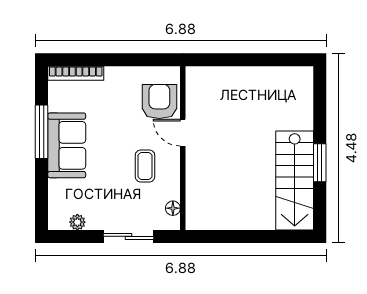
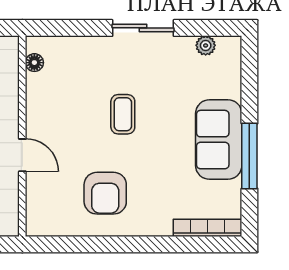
door: (183, 133) -> (22, 155), moved
wall: (183, 148) -> (22, 136), moved
floor lamp: (173, 208) -> (34, 63), moved

